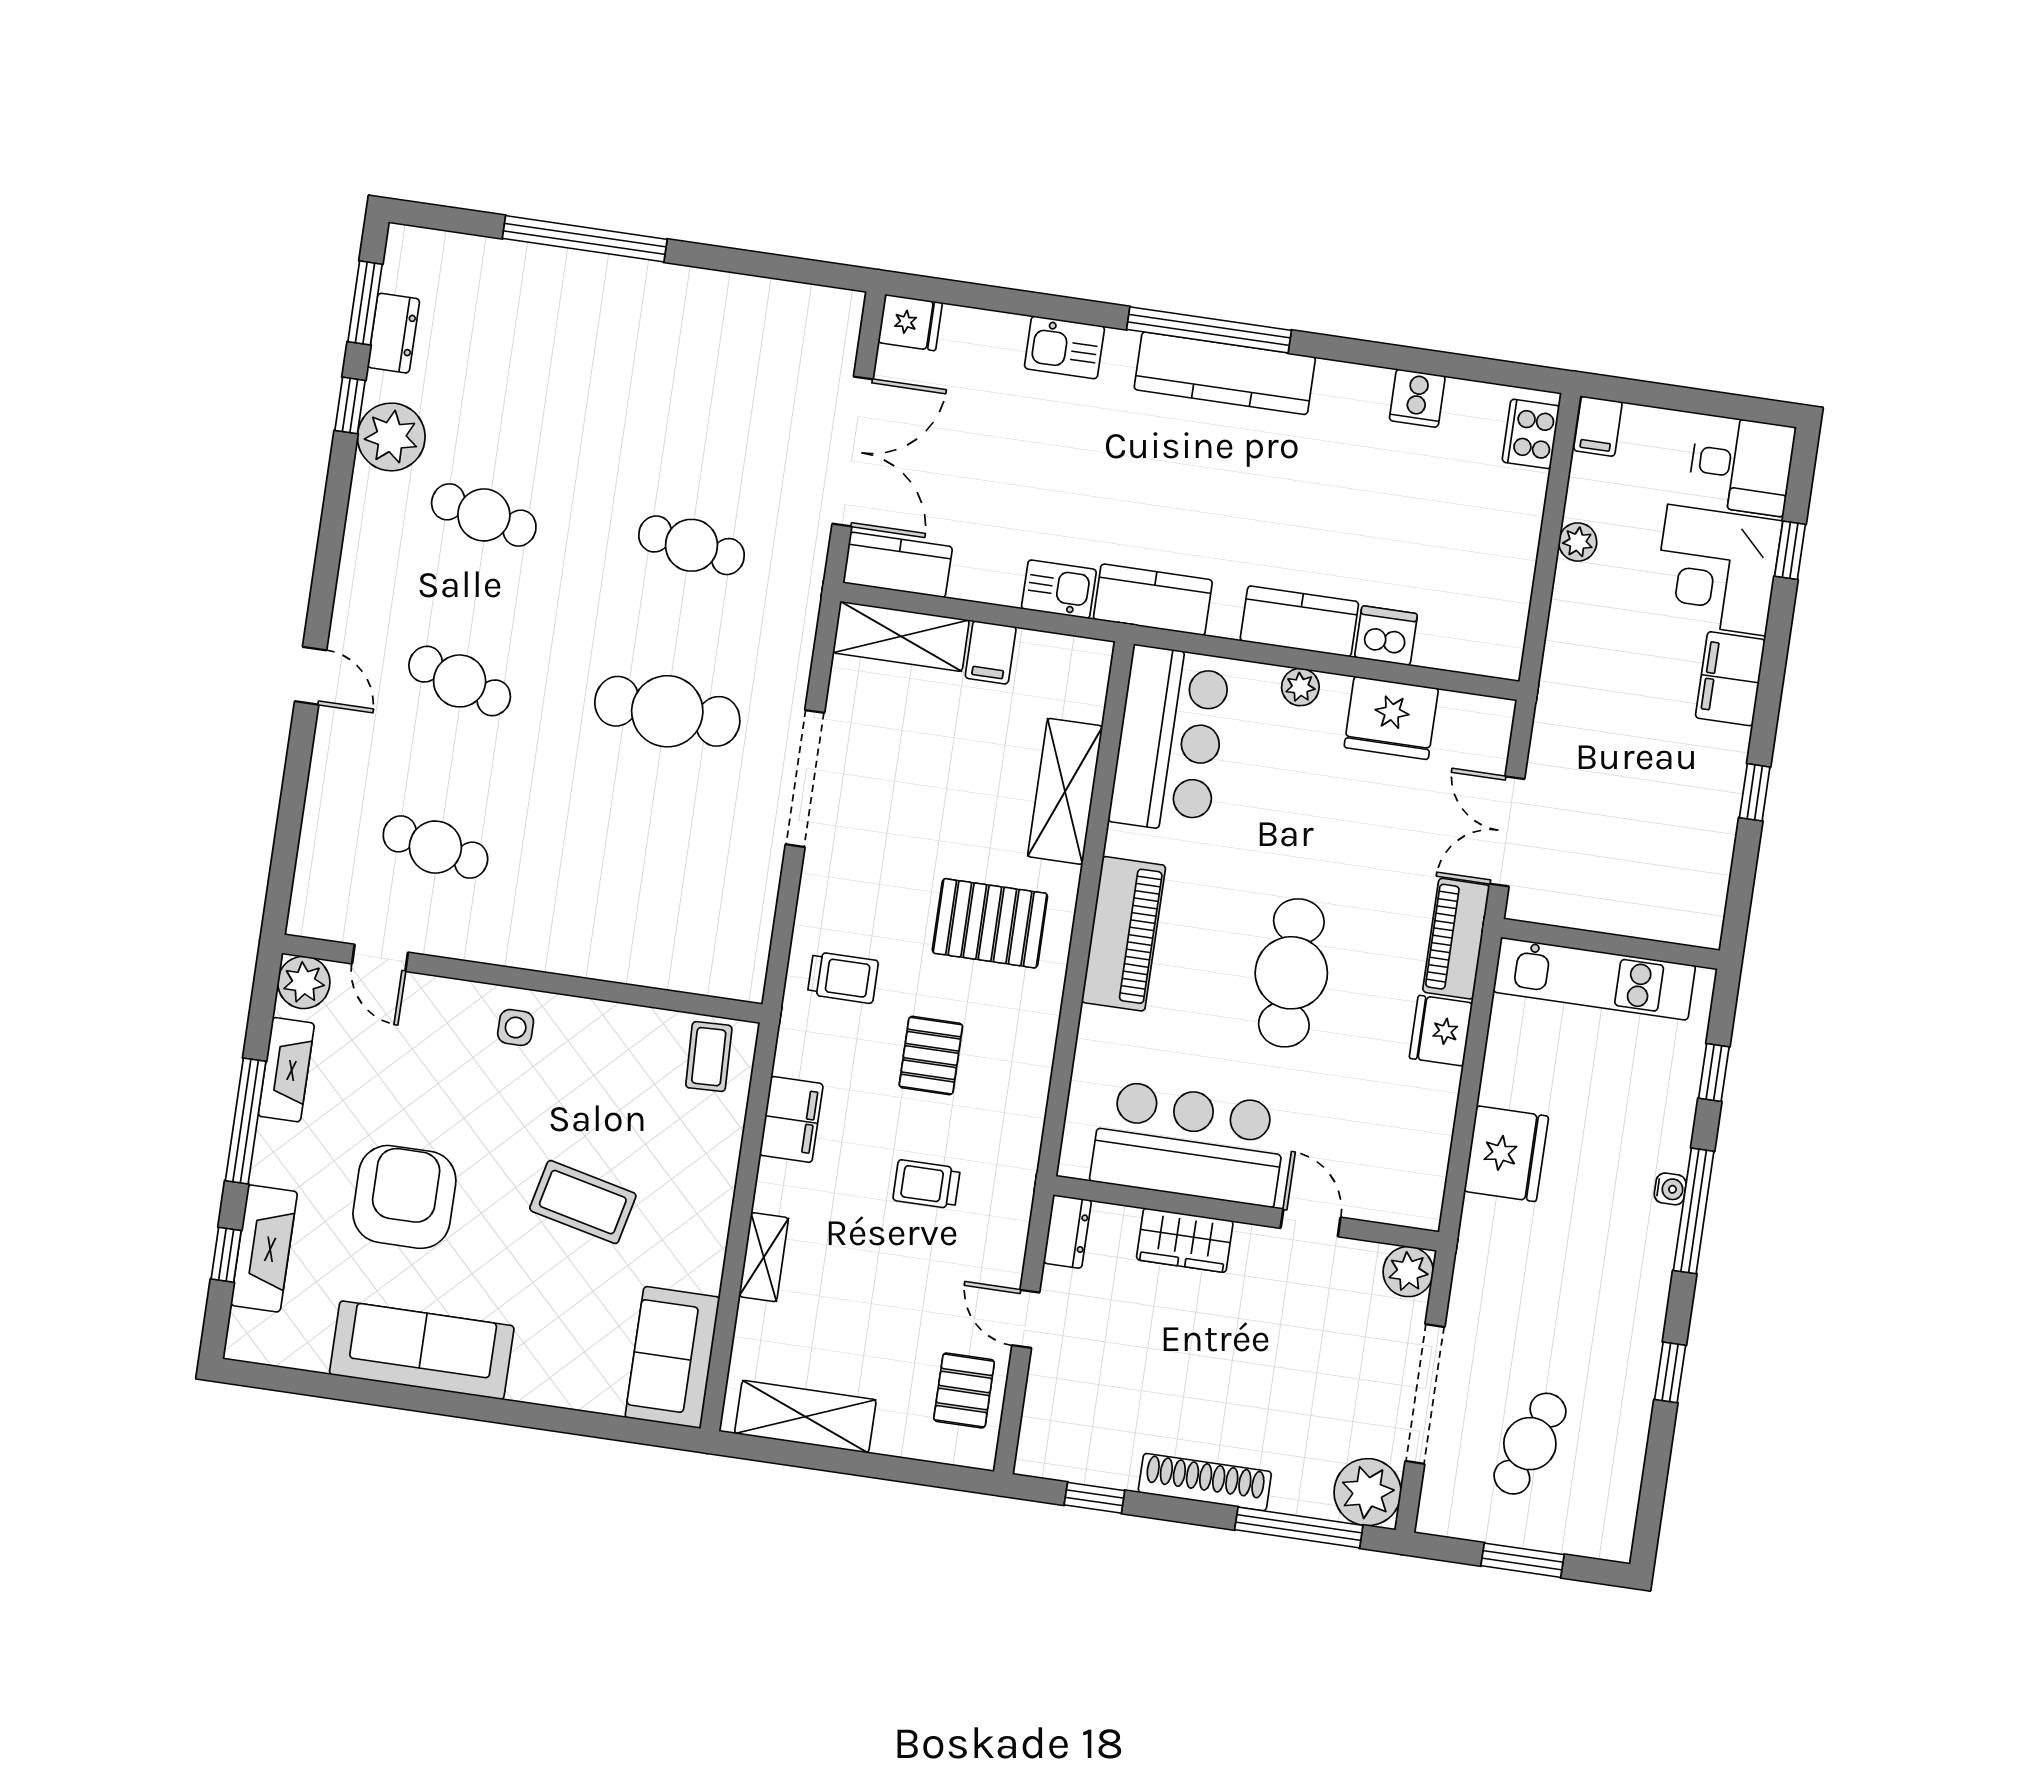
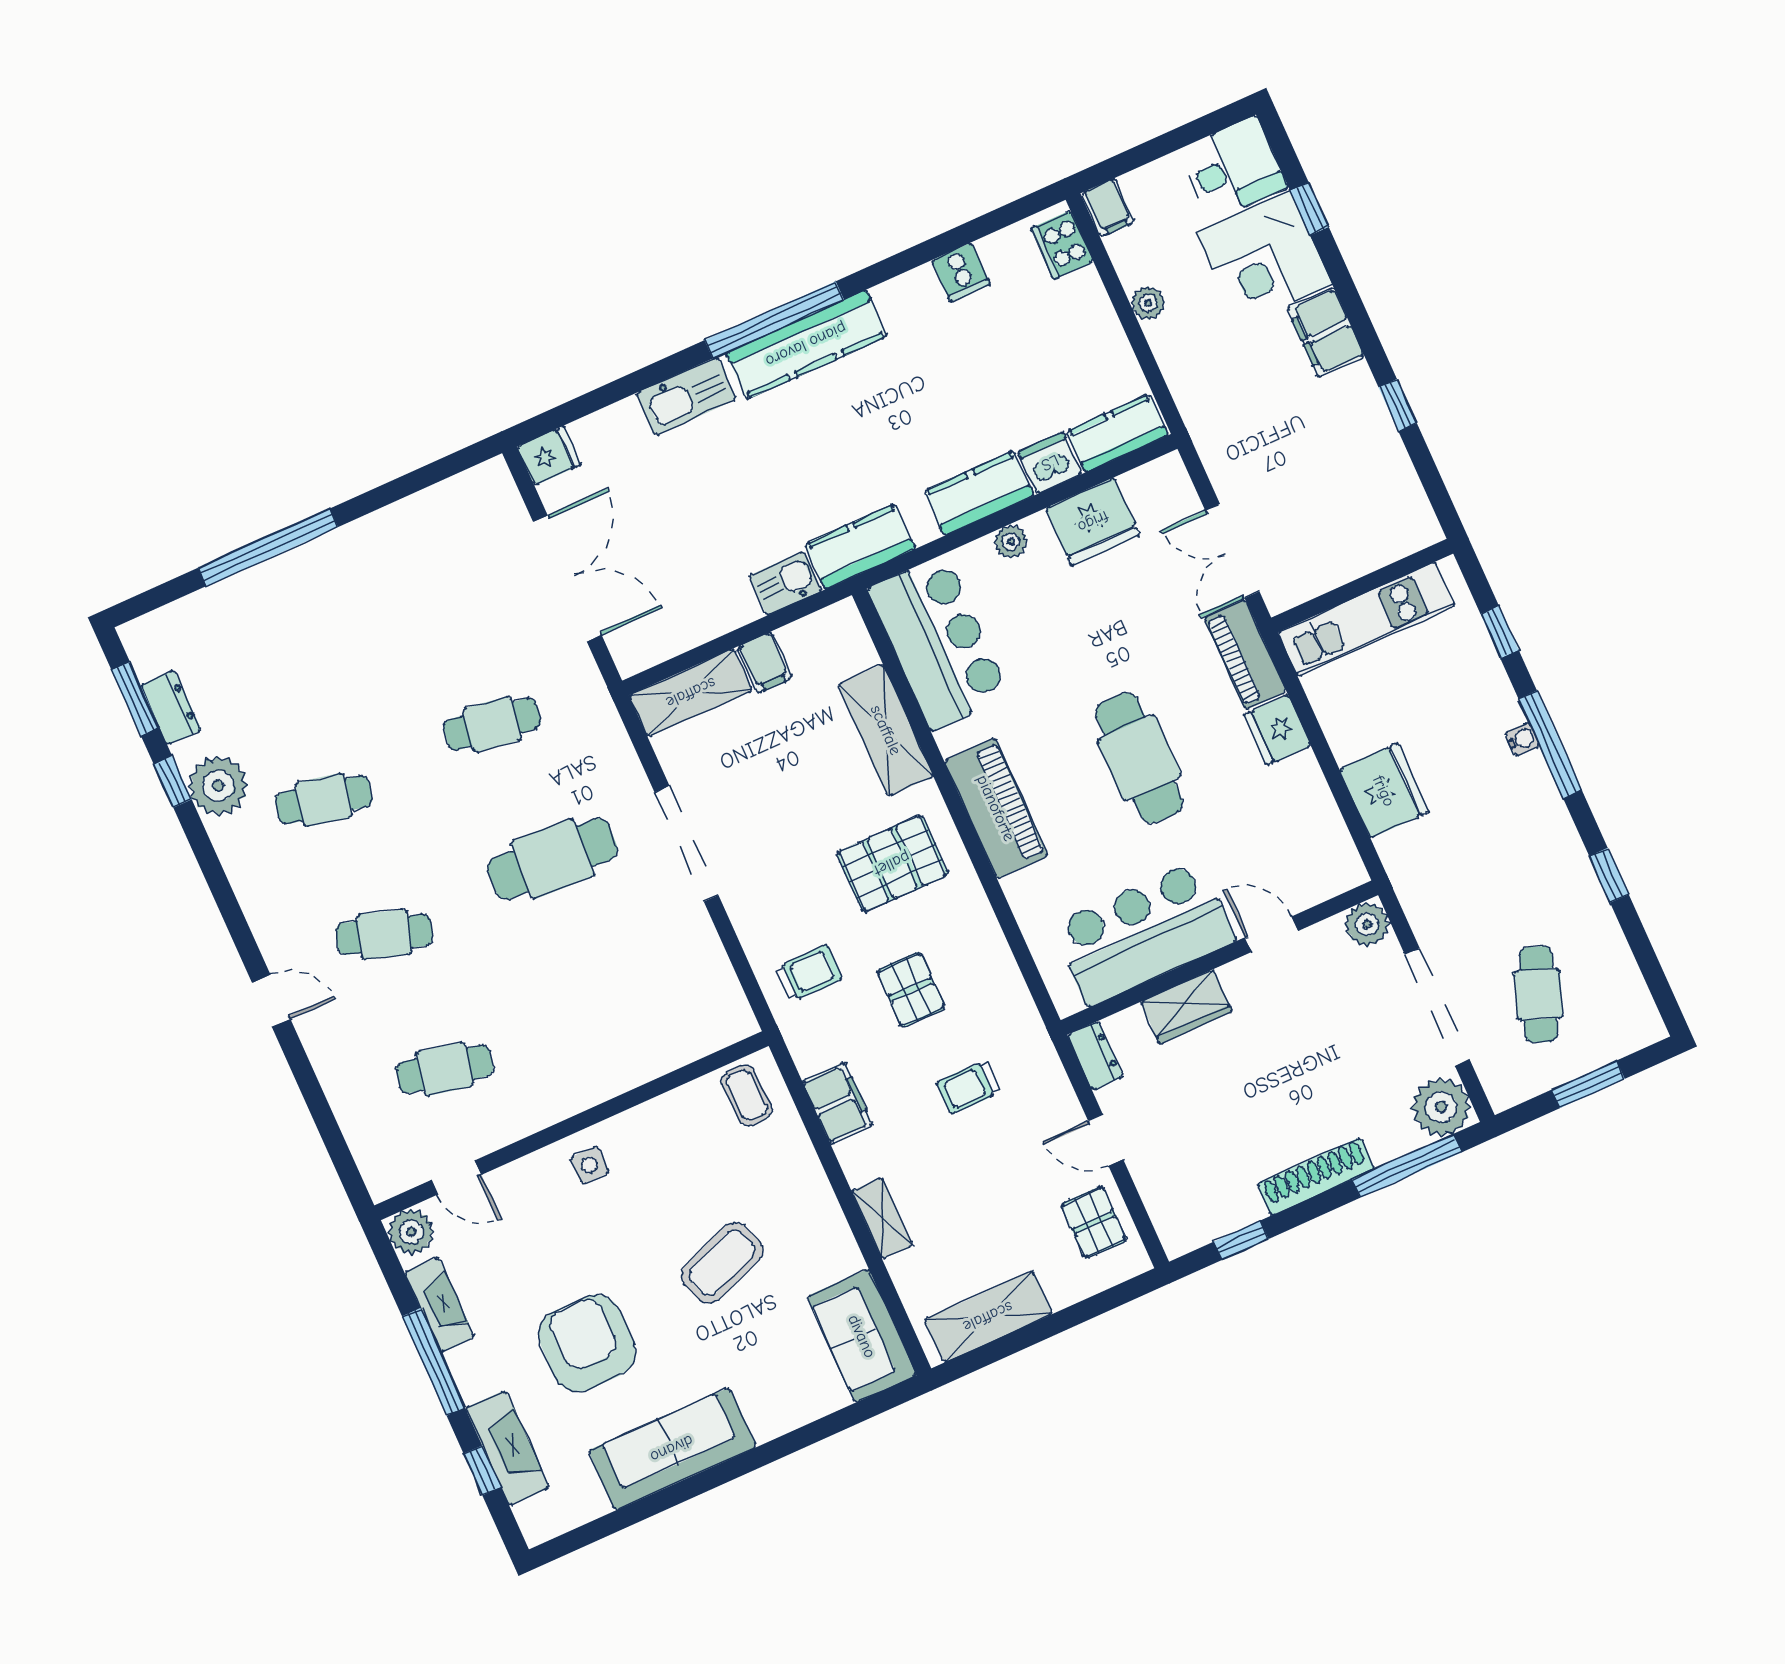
kitchen sink: (1064, 347) -> (686, 396), width x1.38
kitchen counter: (898, 565) -> (1117, 433), moved
coffee table: (583, 1202) -> (722, 1263), turned -34

